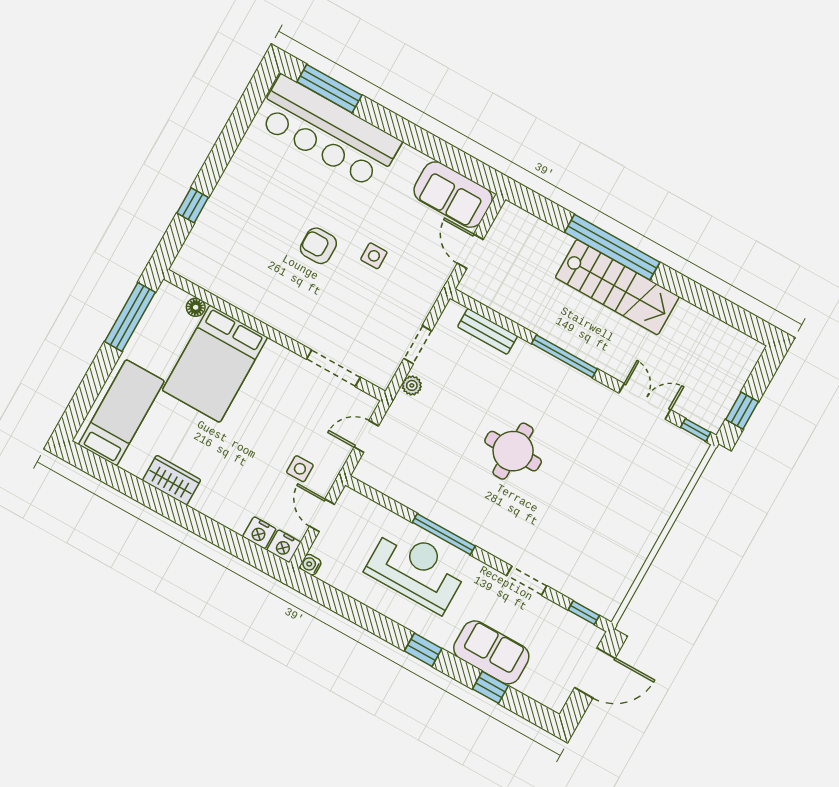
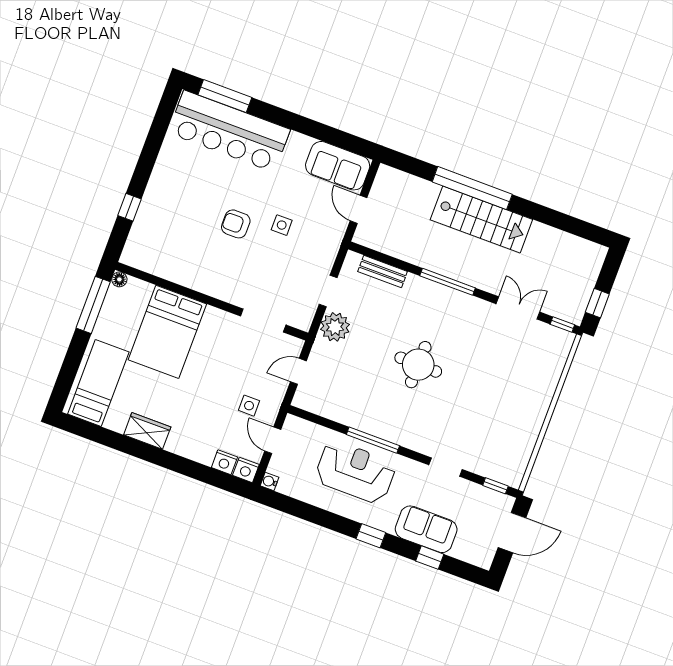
floor lamp: (196, 307) -> (119, 279), moved
plant: (412, 385) -> (335, 327), width x1.88, depth x1.88

